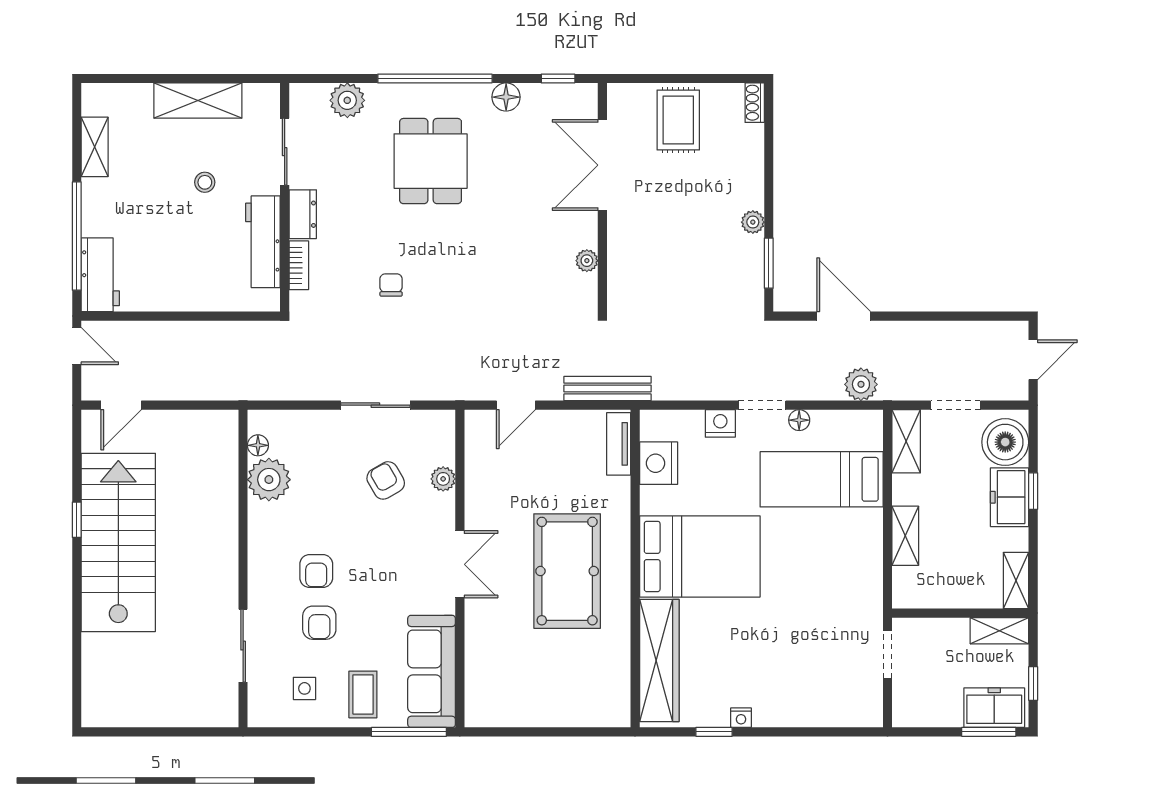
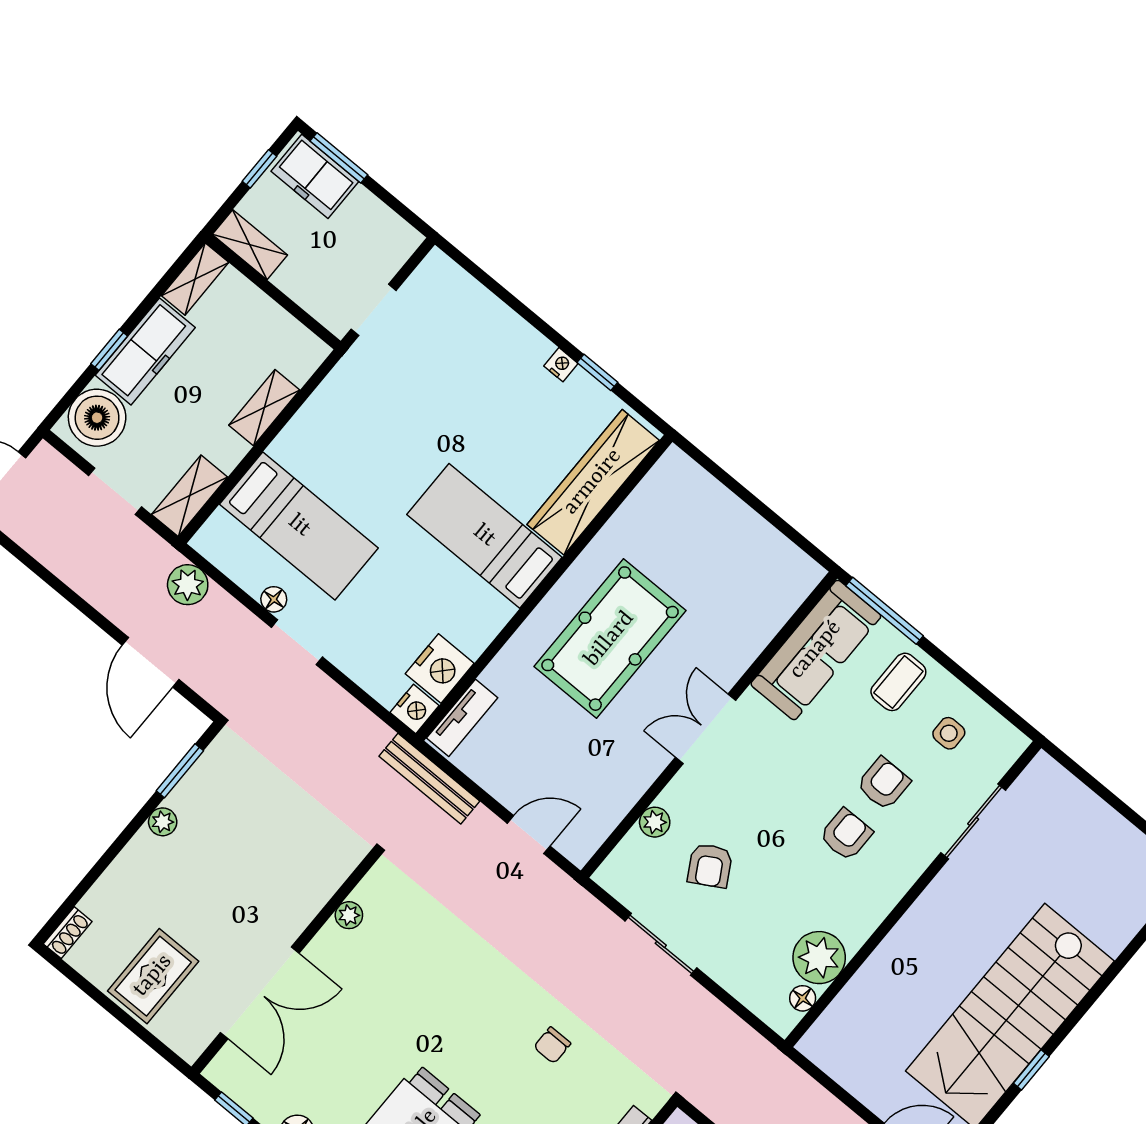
nightstand: (720, 423) -> (415, 709), moved, turned -90
freezer: (1010, 497) -> (145, 351), width x1.40
bed: (700, 556) -> (484, 536), width x0.67

